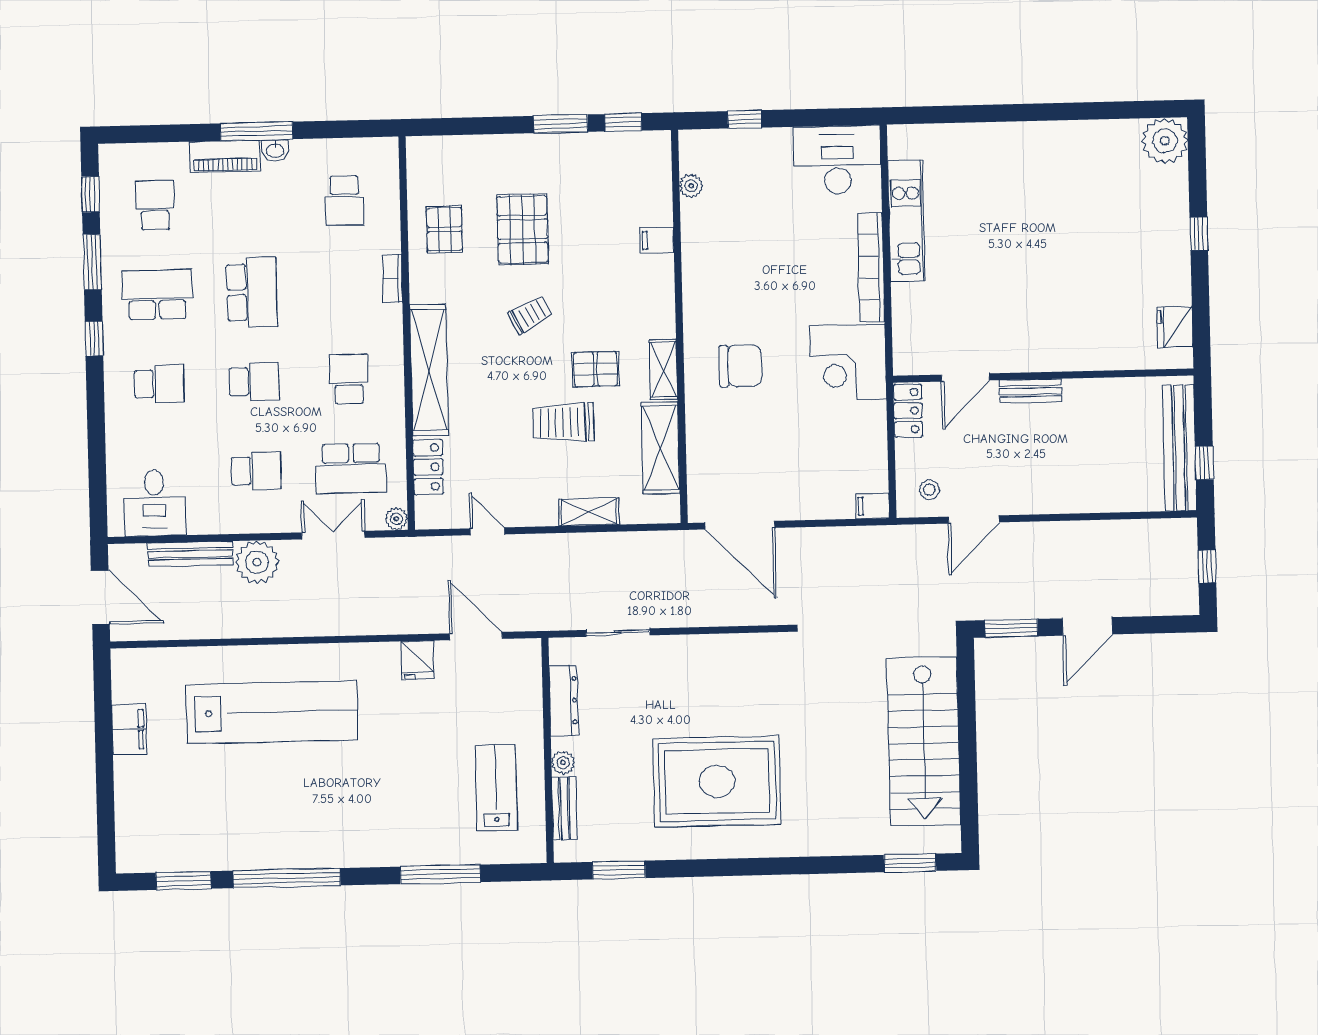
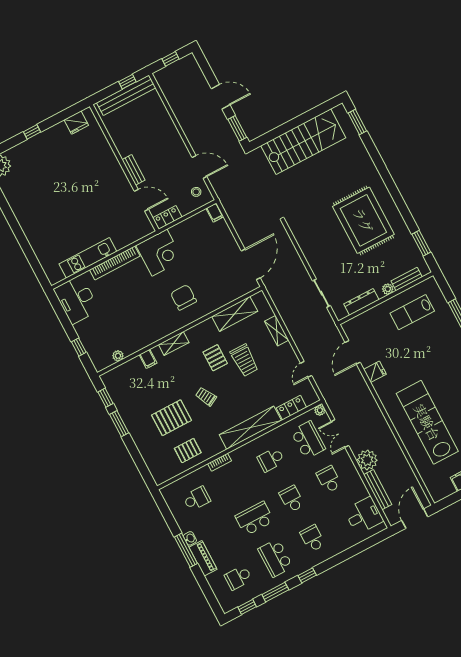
shelving: (663, 370) -> (174, 343), moved

